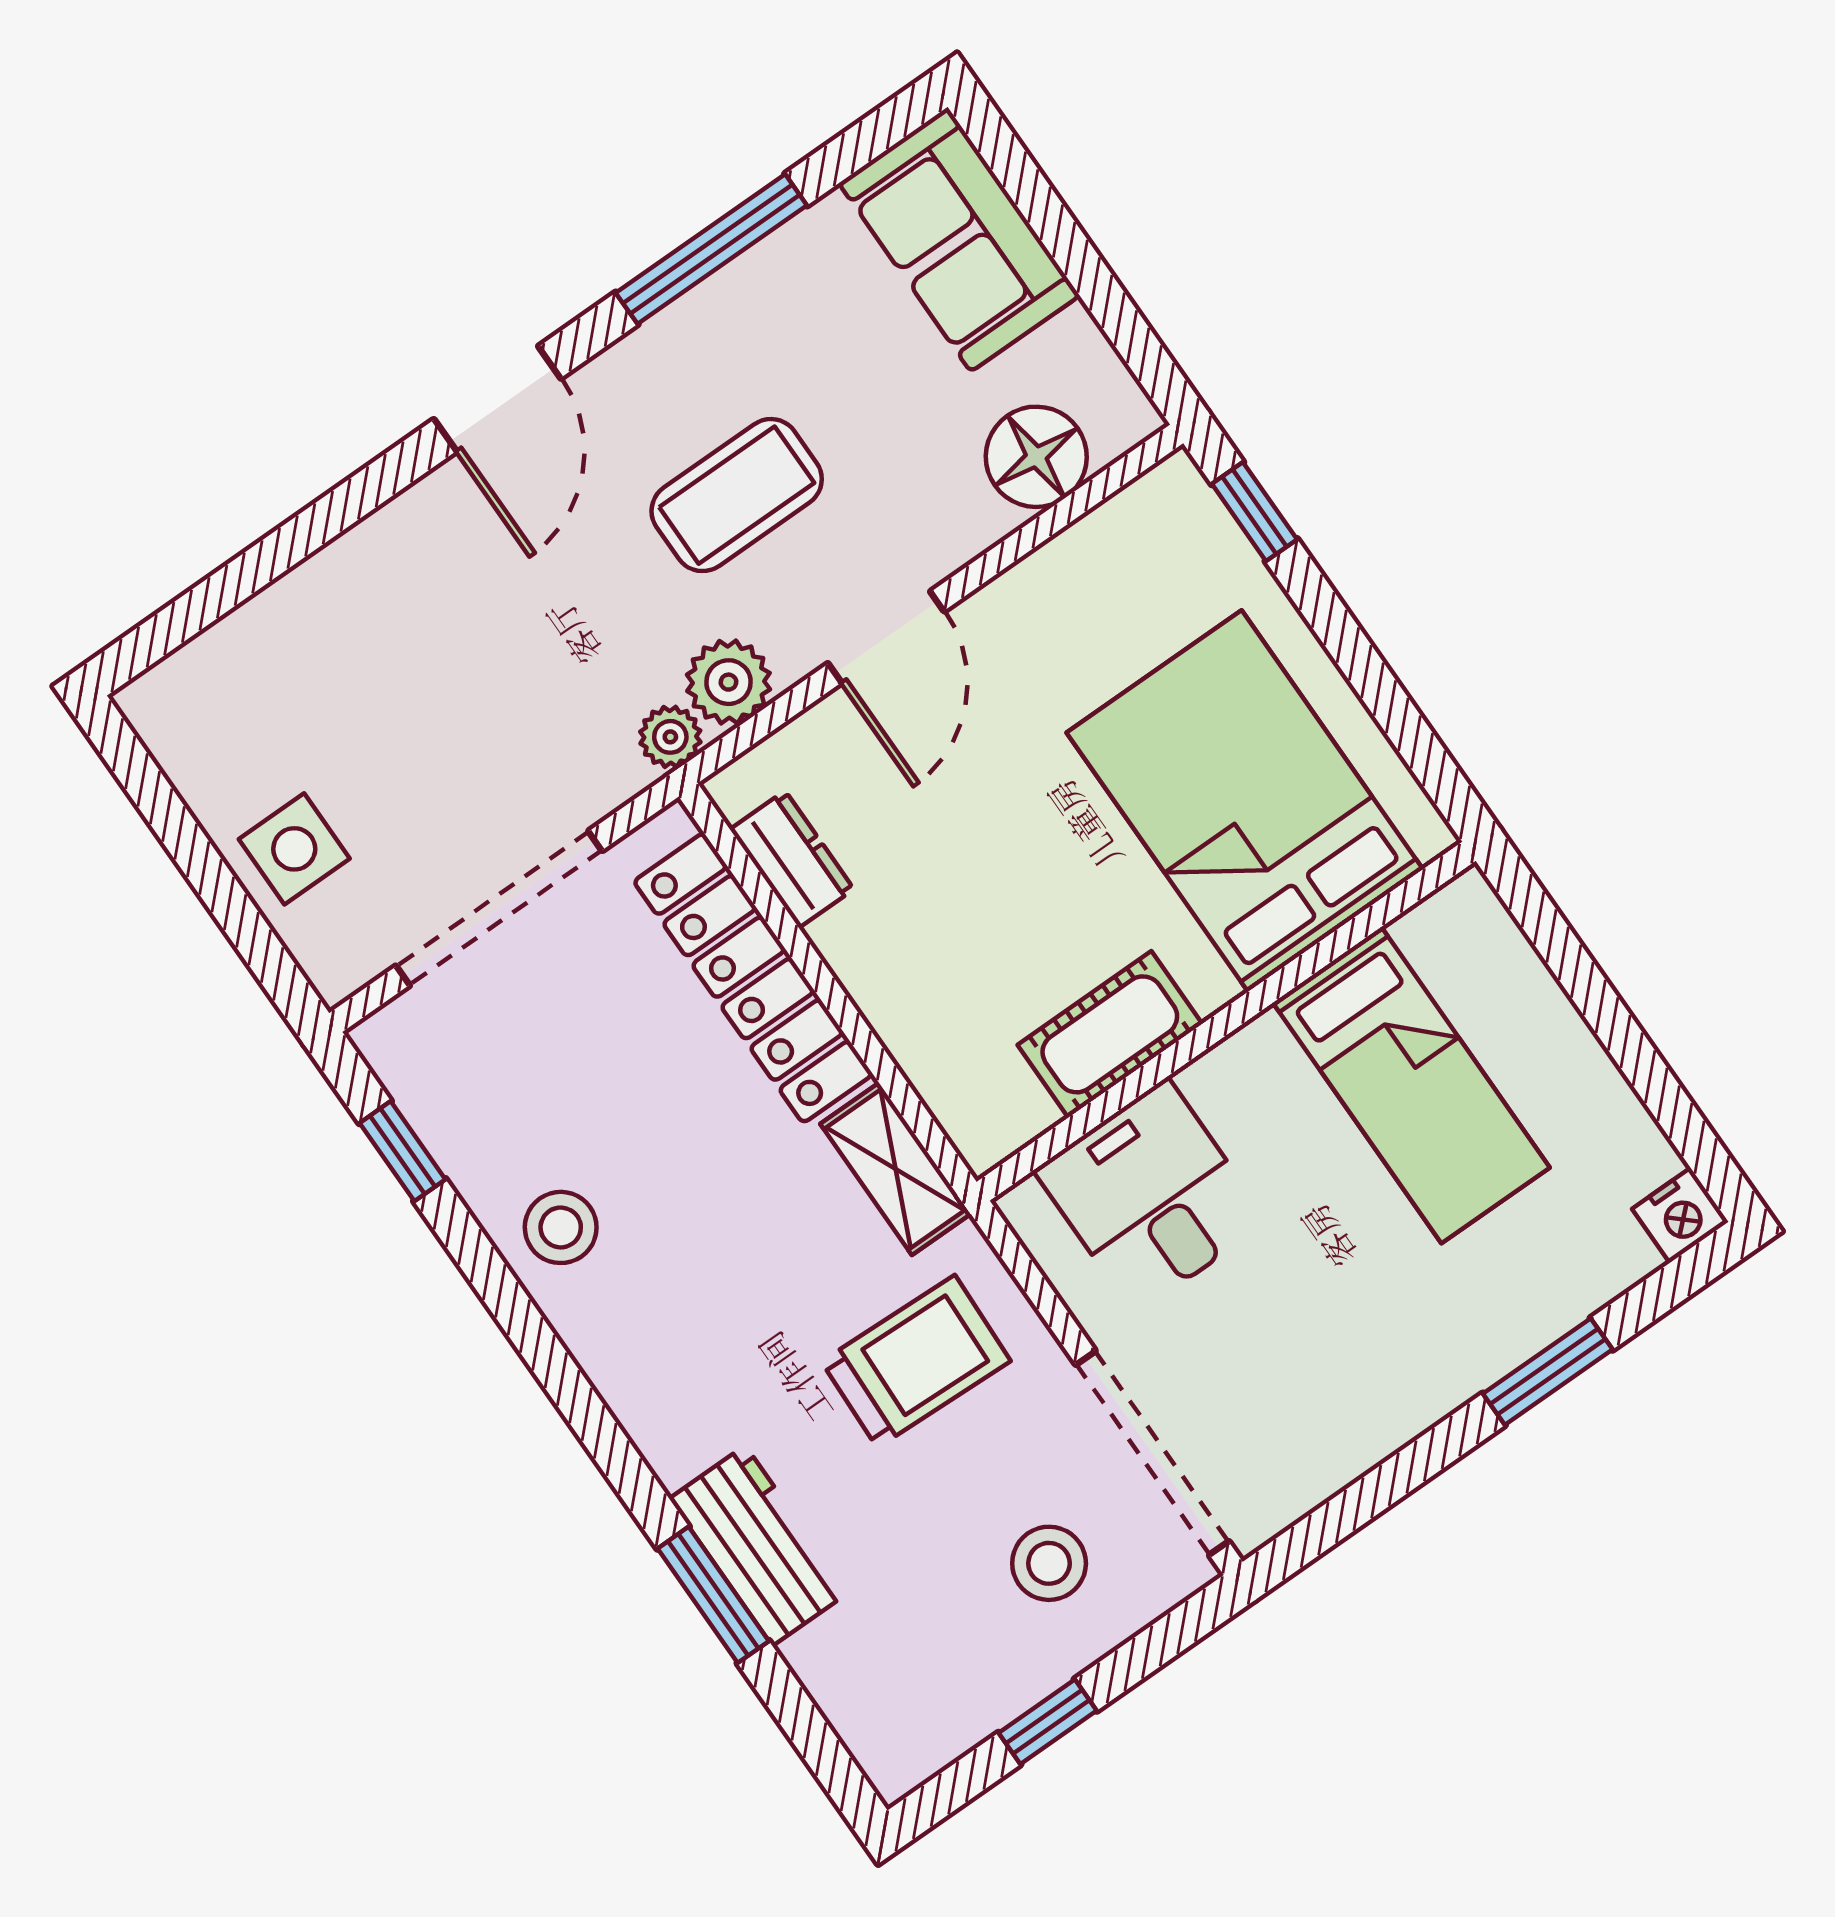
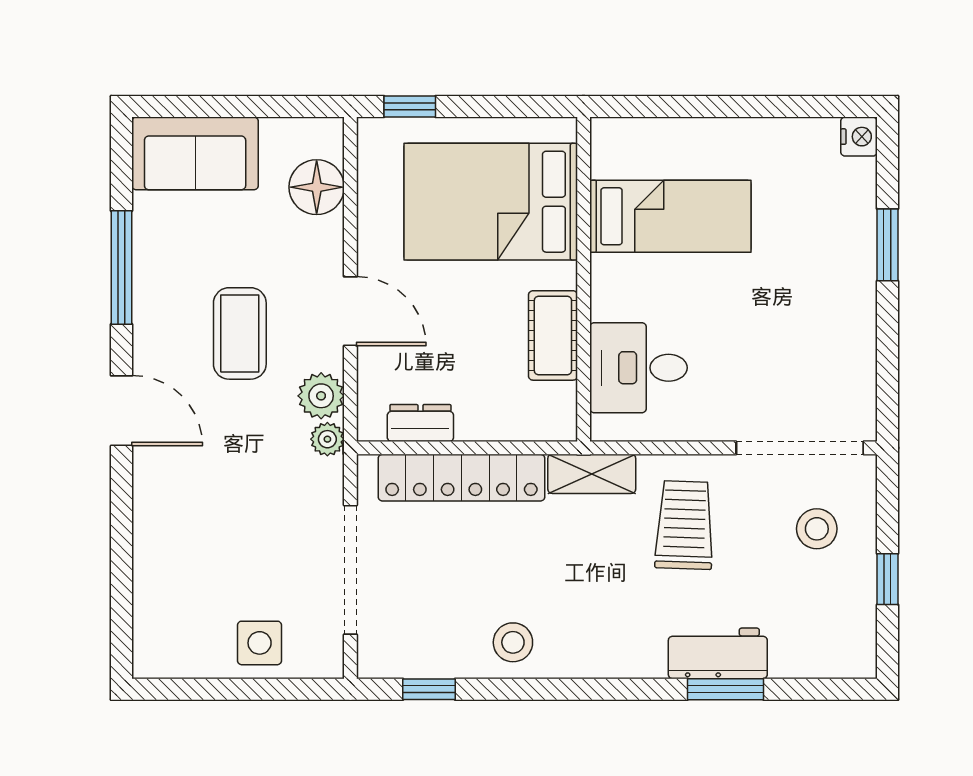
bed: (1245, 801) -> (491, 202), moved
wall: (1226, 1021) -> (584, 279), moved
cot: (1110, 1034) -> (553, 335), moved
bed: (1411, 1085) -> (670, 216), moved
desk: (1151, 1196) -> (638, 368), moved

